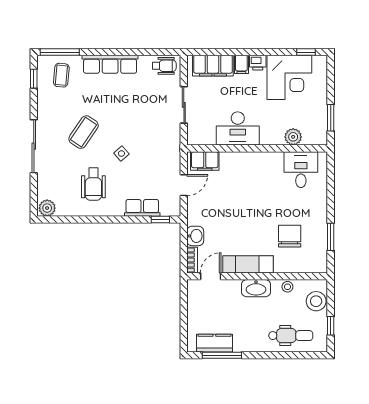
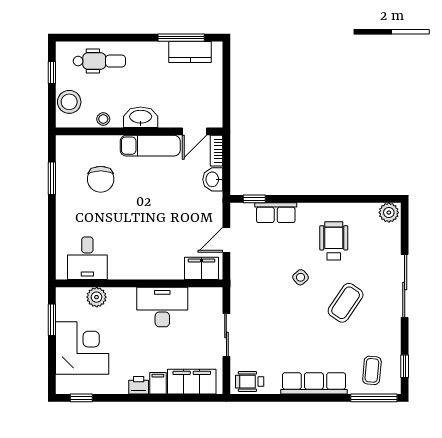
corner desk: (289, 77) -> (82, 348), moved, turned 90
dental chair: (291, 336) -> (99, 61), turned 180

